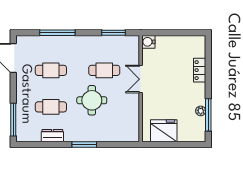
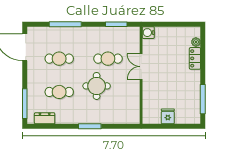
plant: (201, 111) -> (196, 42), moved
fridge: (164, 131) -> (168, 116), width x0.53, depth x0.75
dresser: (52, 136) -> (45, 118), moved

